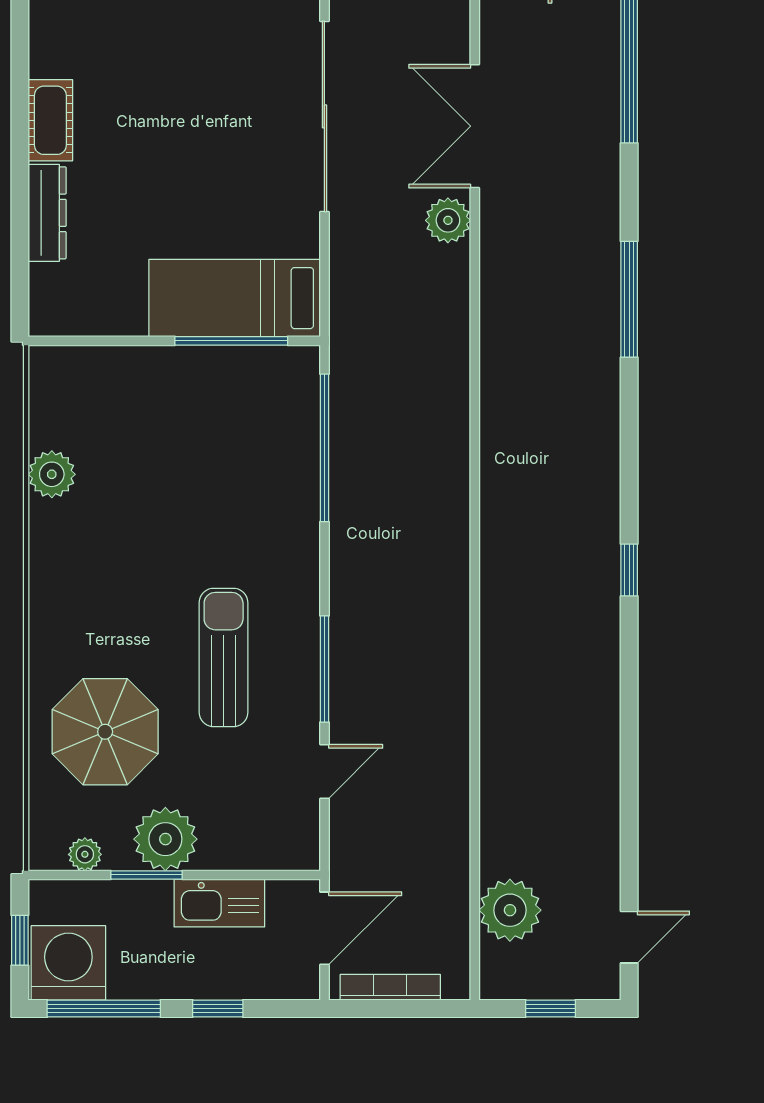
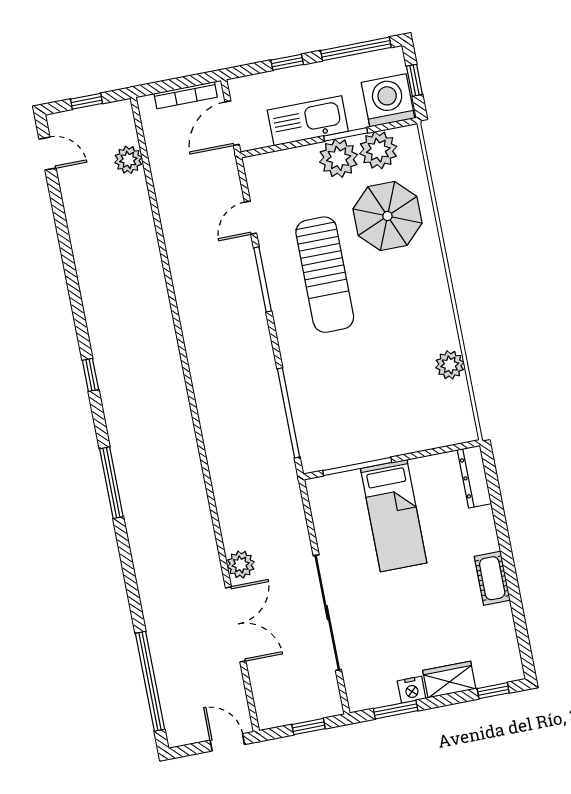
dresser: (47, 213) -> (474, 477), moved
bed: (235, 298) -> (394, 516), moved, turned 90
window: (629, 299) -> (111, 483), moved
sun lounger: (224, 657) -> (325, 275), width x1.36, depth x1.34
plant: (85, 854) -> (378, 150), width x1.88, depth x1.88
kitchen sink: (219, 903) -> (308, 121), width x1.36, depth x1.24
plant: (510, 910) -> (128, 160), width x0.73, depth x0.73
door: (629, 937) -> (47, 154), swing flipped
washing machine: (68, 963) -> (388, 100), moved, turned 180

